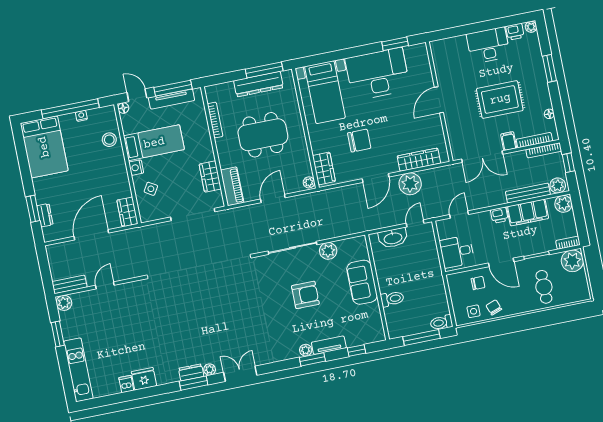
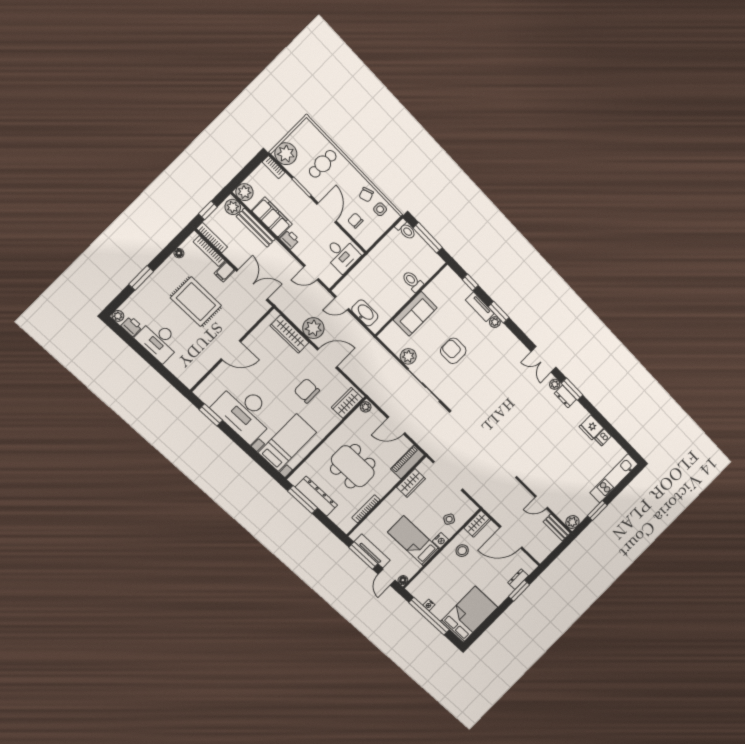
stool: (109, 140) -> (462, 551), moved

